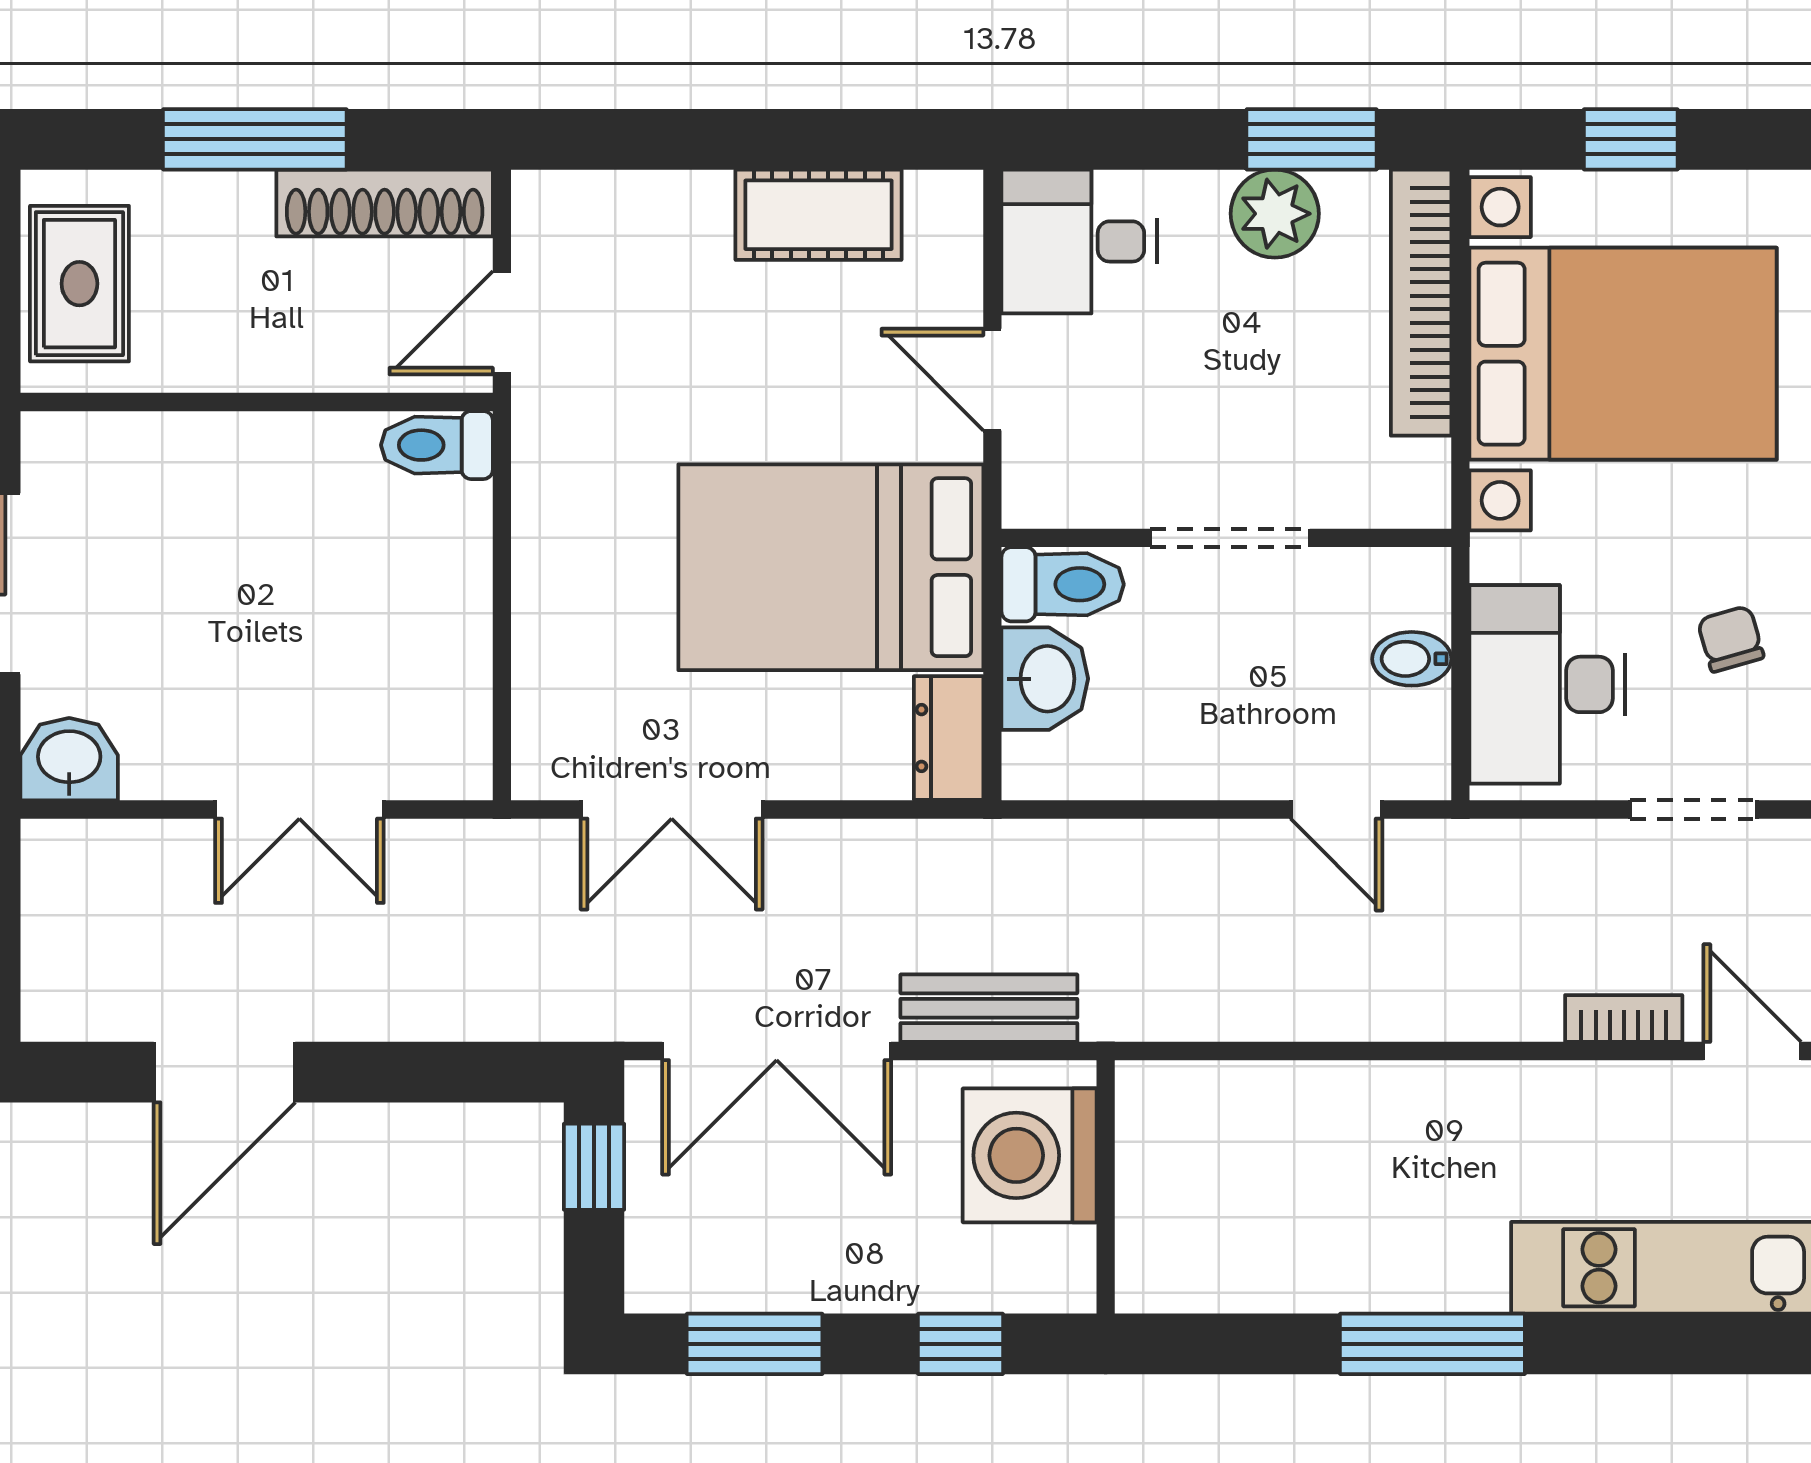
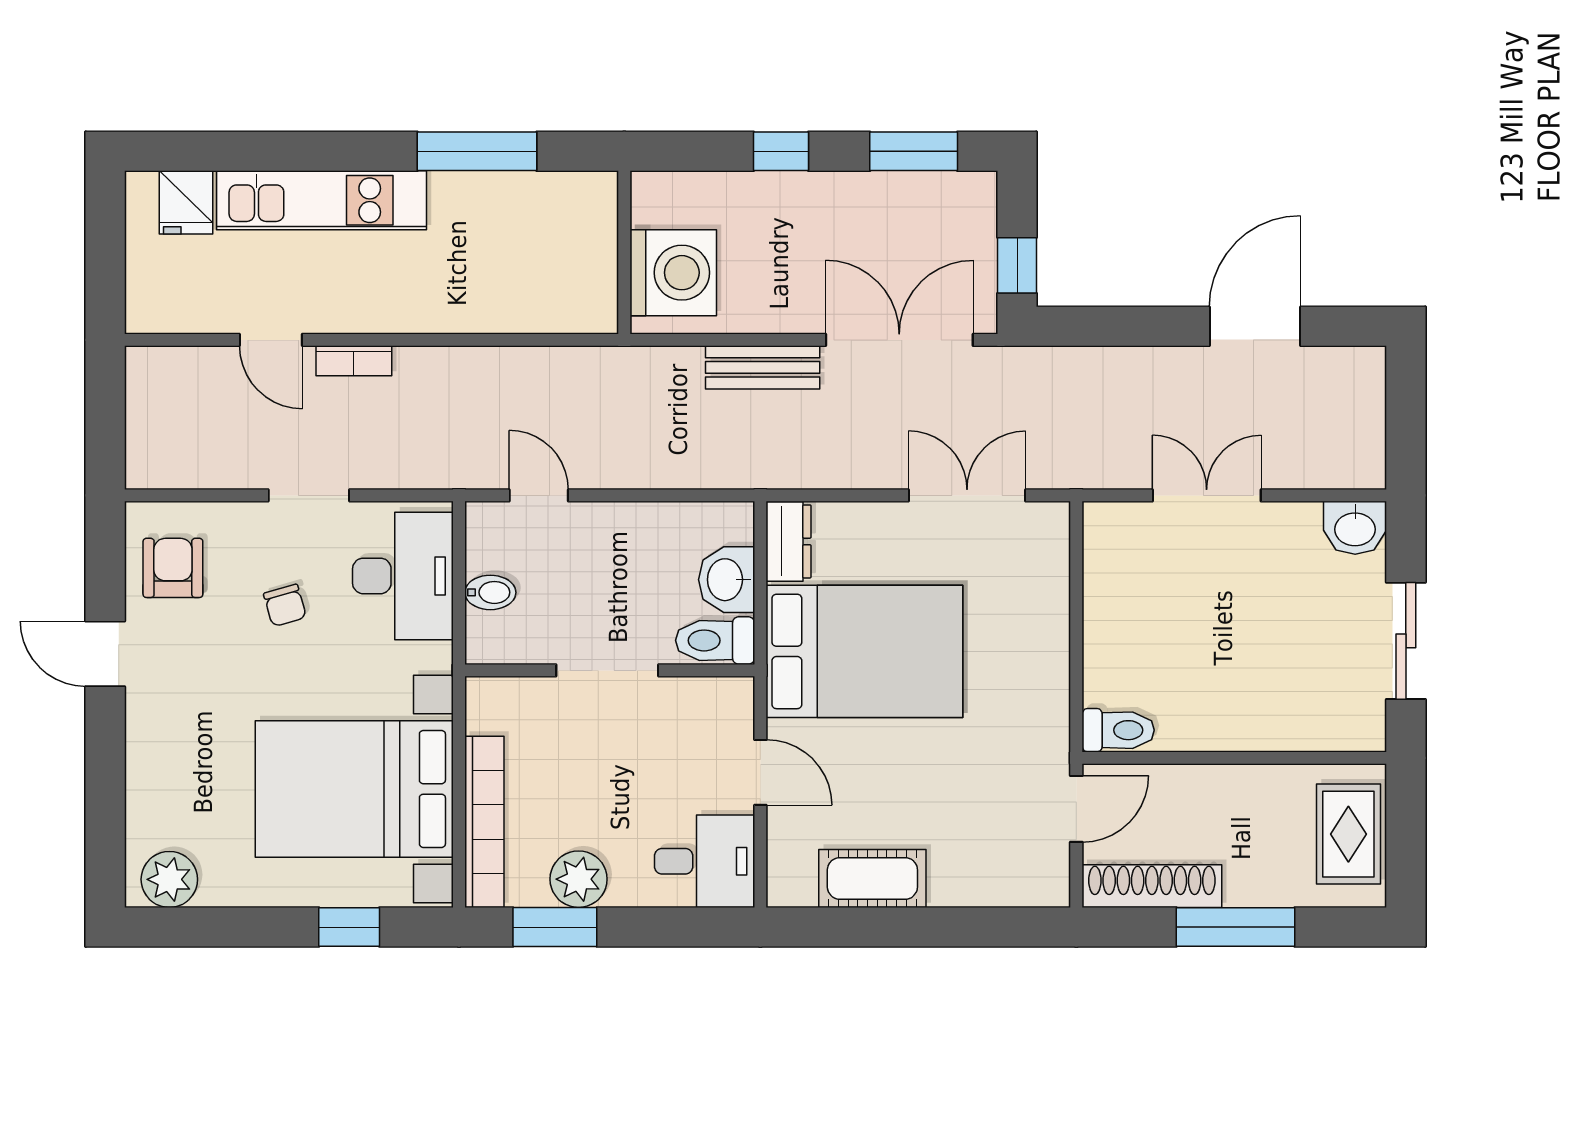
washing machine: (1030, 1155) -> (673, 273), moved
wall: (1106, 1187) -> (624, 252), moved

